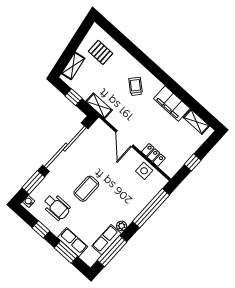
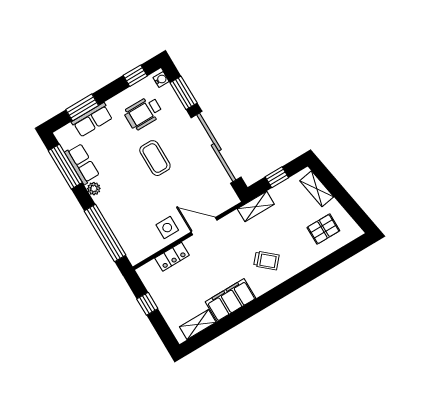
side table: (144, 171) -> (167, 228), moved
window: (41, 229) -> (135, 76), moved

